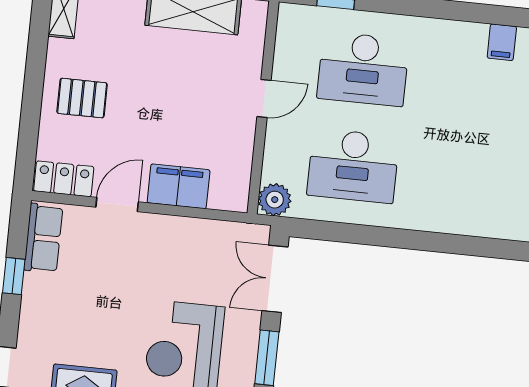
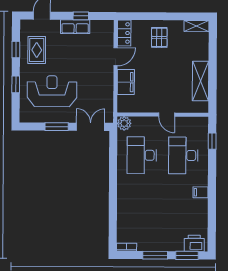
filing cabinet: (502, 42) -> (201, 192), moved
door: (117, 204) -> (116, 57), hinge flipped
row of seats: (43, 238) -> (75, 27), moved

